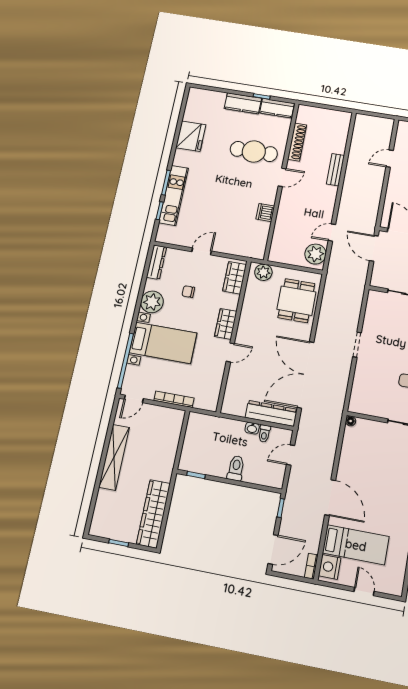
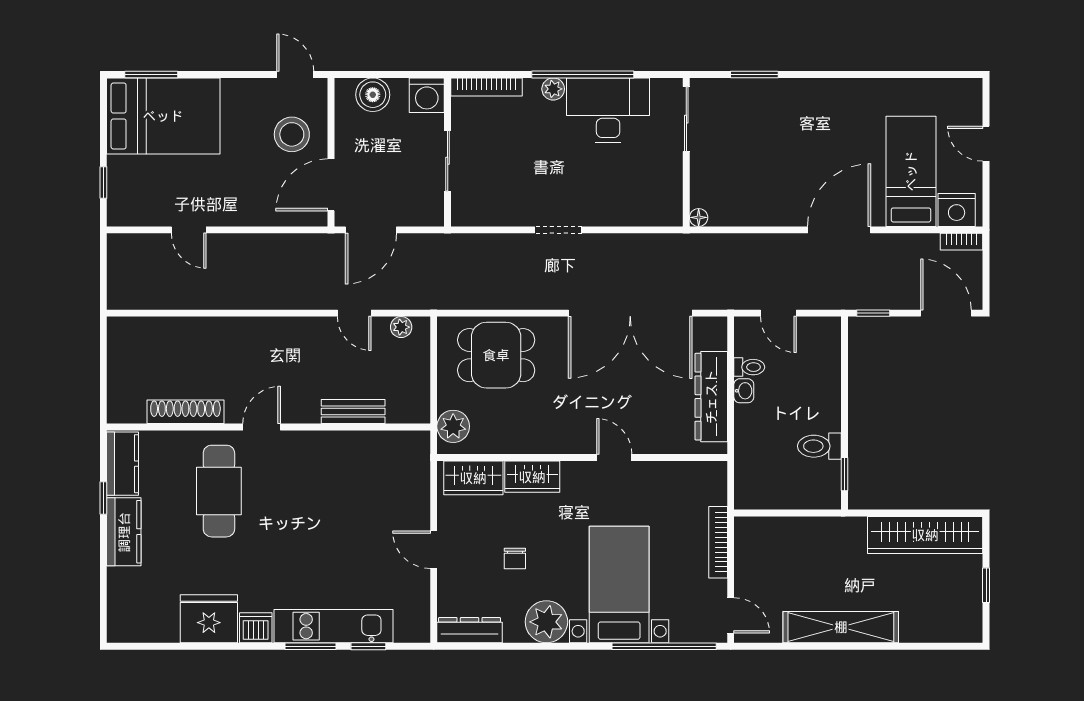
bench: (335, 170) -> (353, 412), moved
door: (282, 177) -> (262, 427), hinge flipped
dishwasher: (265, 213) -> (256, 628), moved, turned 180
plant: (315, 254) -> (401, 327), width x0.53, depth x0.53
wardrobe: (226, 324) -> (532, 477), moved
dresser: (271, 413) -> (711, 397), moved
toilet: (236, 468) -> (819, 446), moved
door: (364, 591) -> (986, 144), hinge flipped

